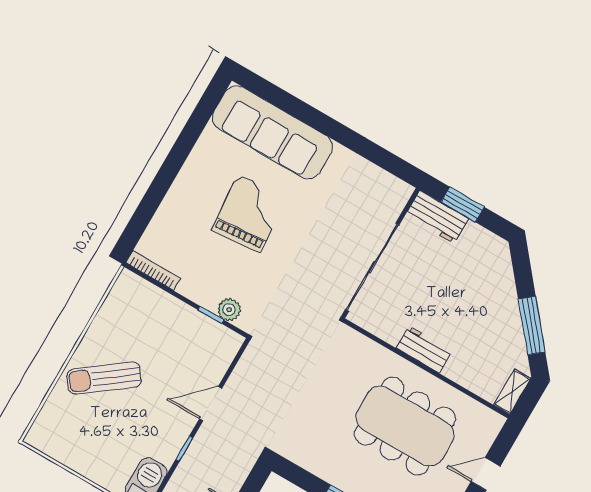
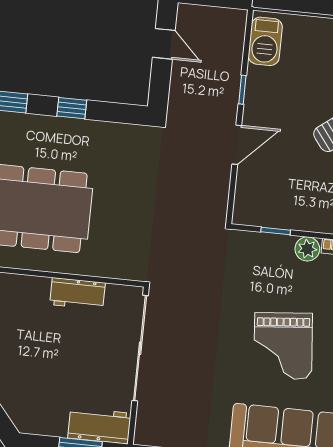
plant: (229, 310) -> (307, 249), moved
workbench: (424, 350) -> (77, 294), moved

